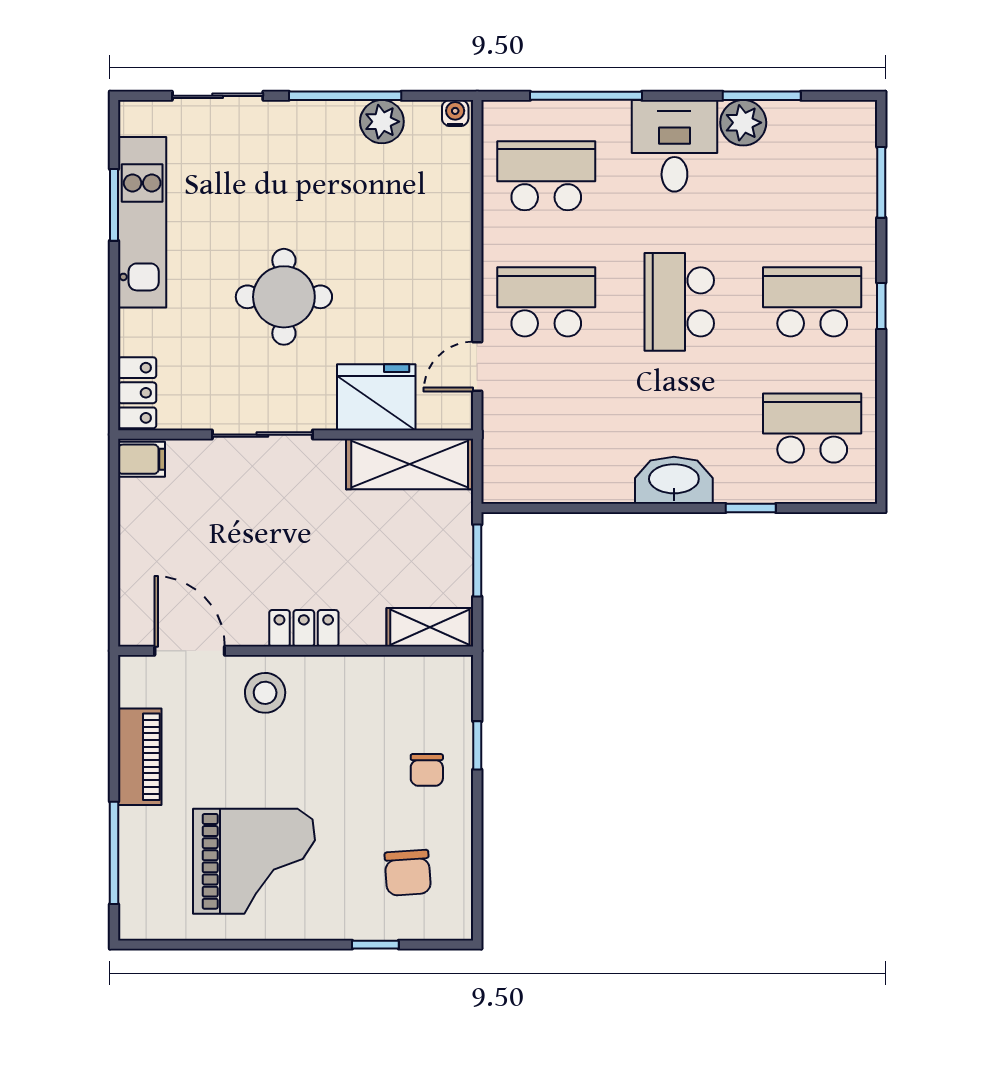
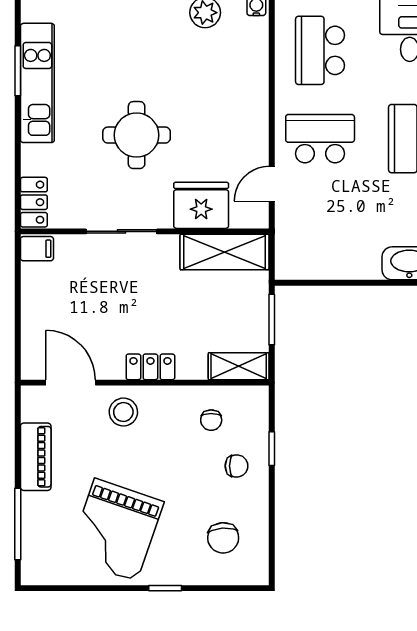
school desk: (546, 176) -> (320, 50), turned -90
chair: (391, 704) -> (211, 420), added
chair: (427, 770) -> (236, 466), turned -90
grand piano: (254, 861) -> (116, 530), turned 109
window: (375, 945) -> (165, 588), moved

